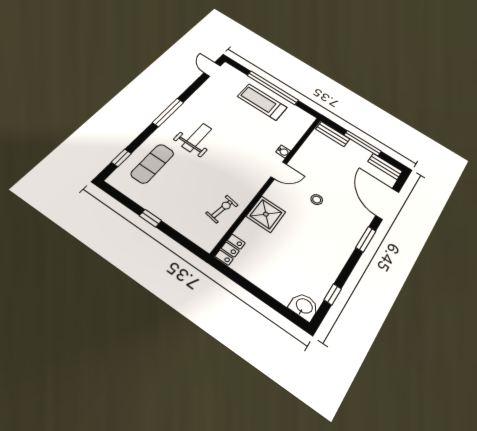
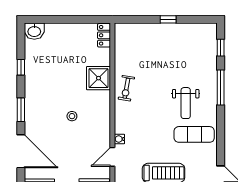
window: (168, 112) -> (221, 87), moved
exercise mat: (153, 164) -> (194, 134), moved, turned 90
door: (279, 170) -> (112, 157), moved
exercise bike: (222, 209) -> (126, 88), moved
window: (333, 294) -> (21, 67), moved

